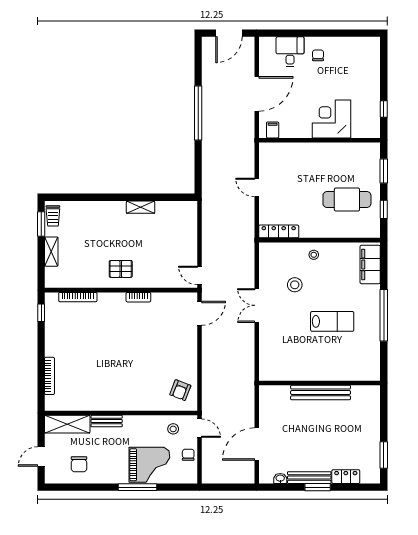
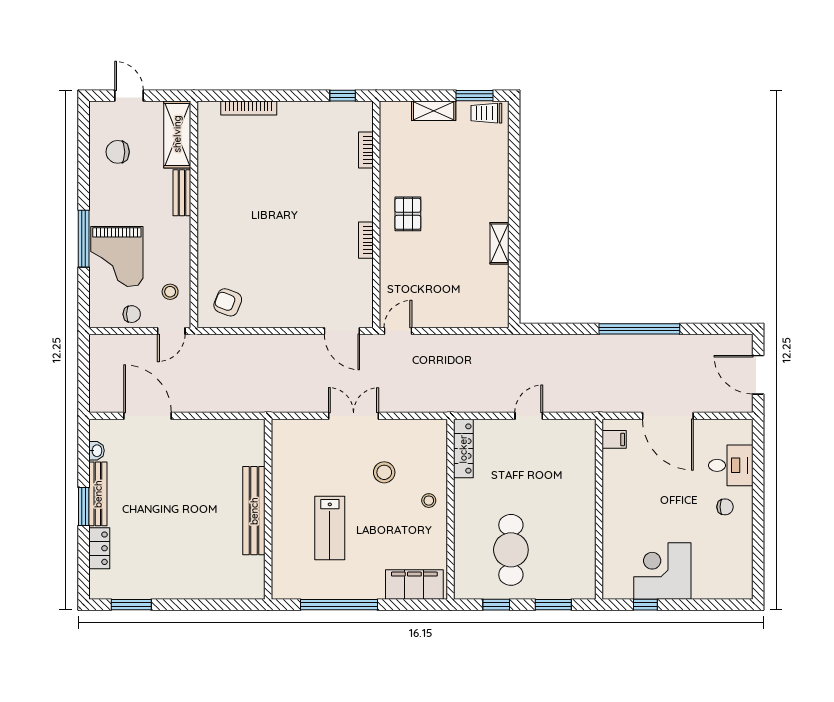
corner desk: (331, 119) -> (662, 571), moved, turned -90
bookcase: (78, 297) -> (366, 150), width x0.64
wall: (320, 383) -> (268, 509), moved
bench: (321, 392) -> (254, 511), moved

